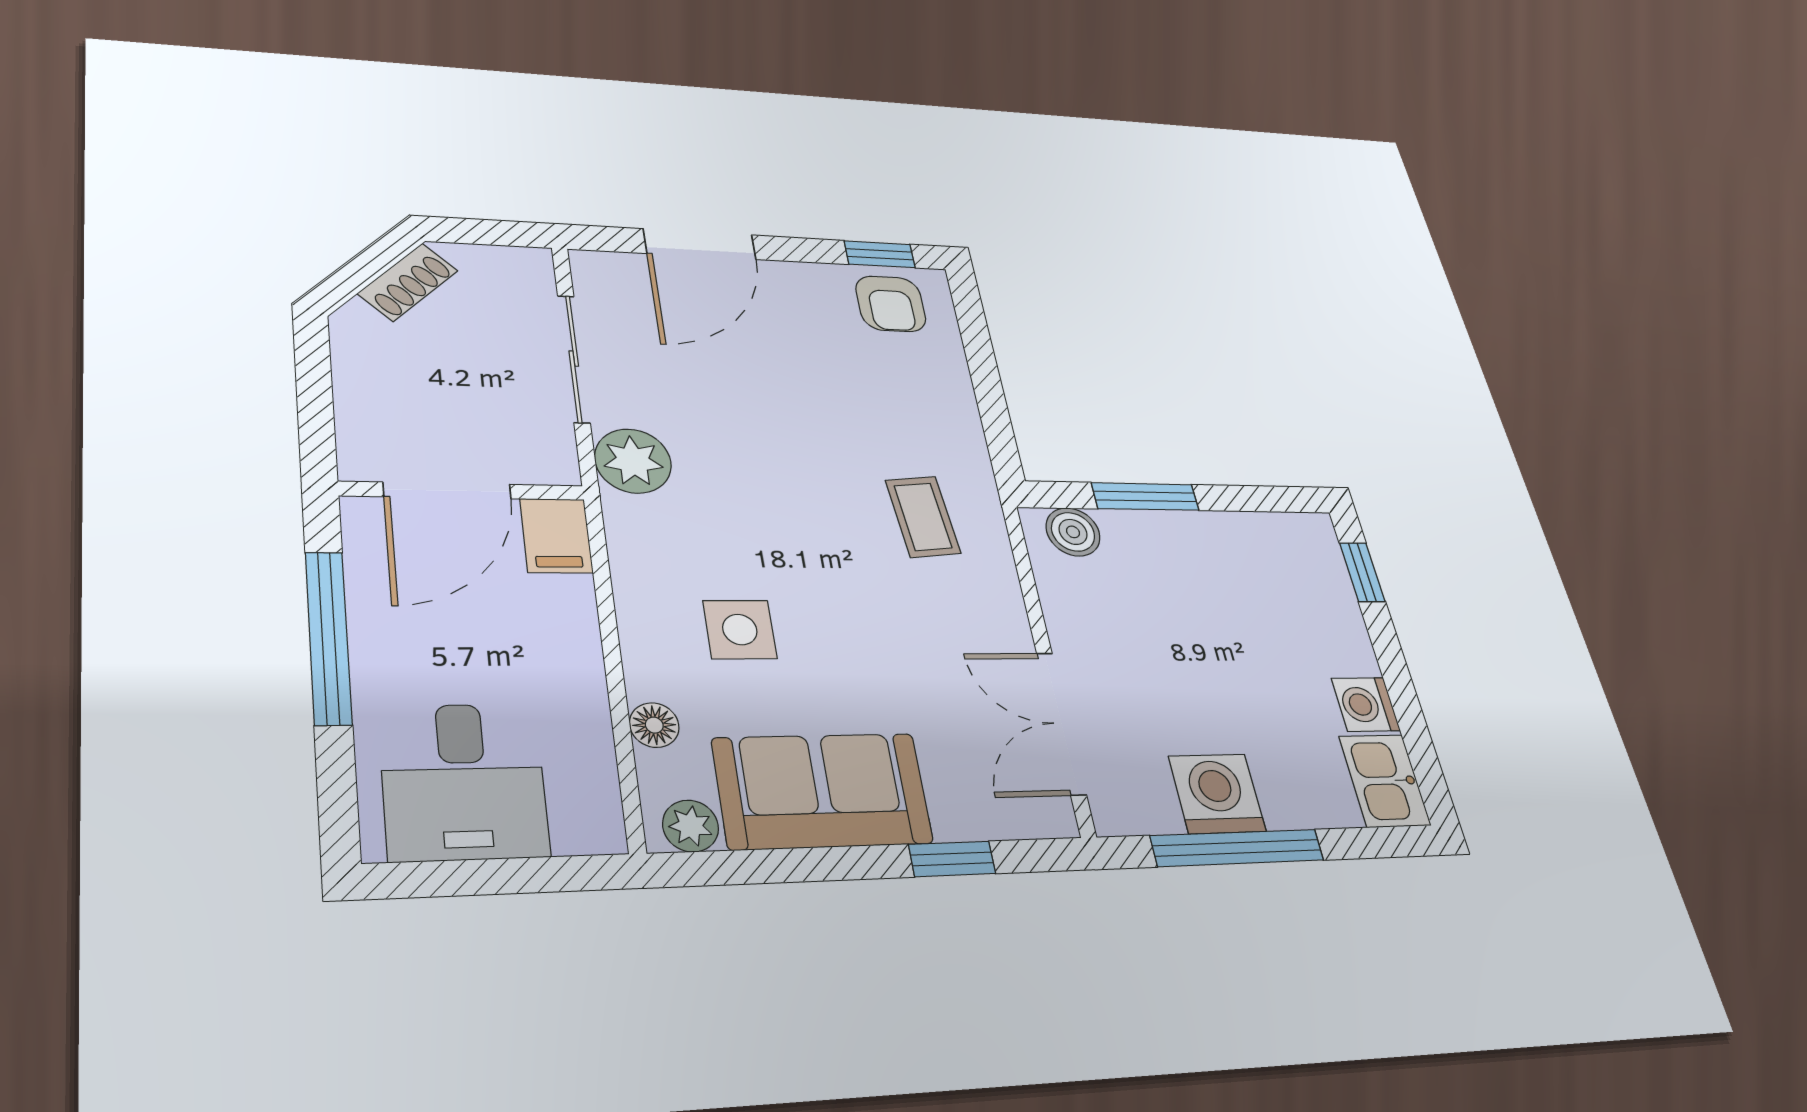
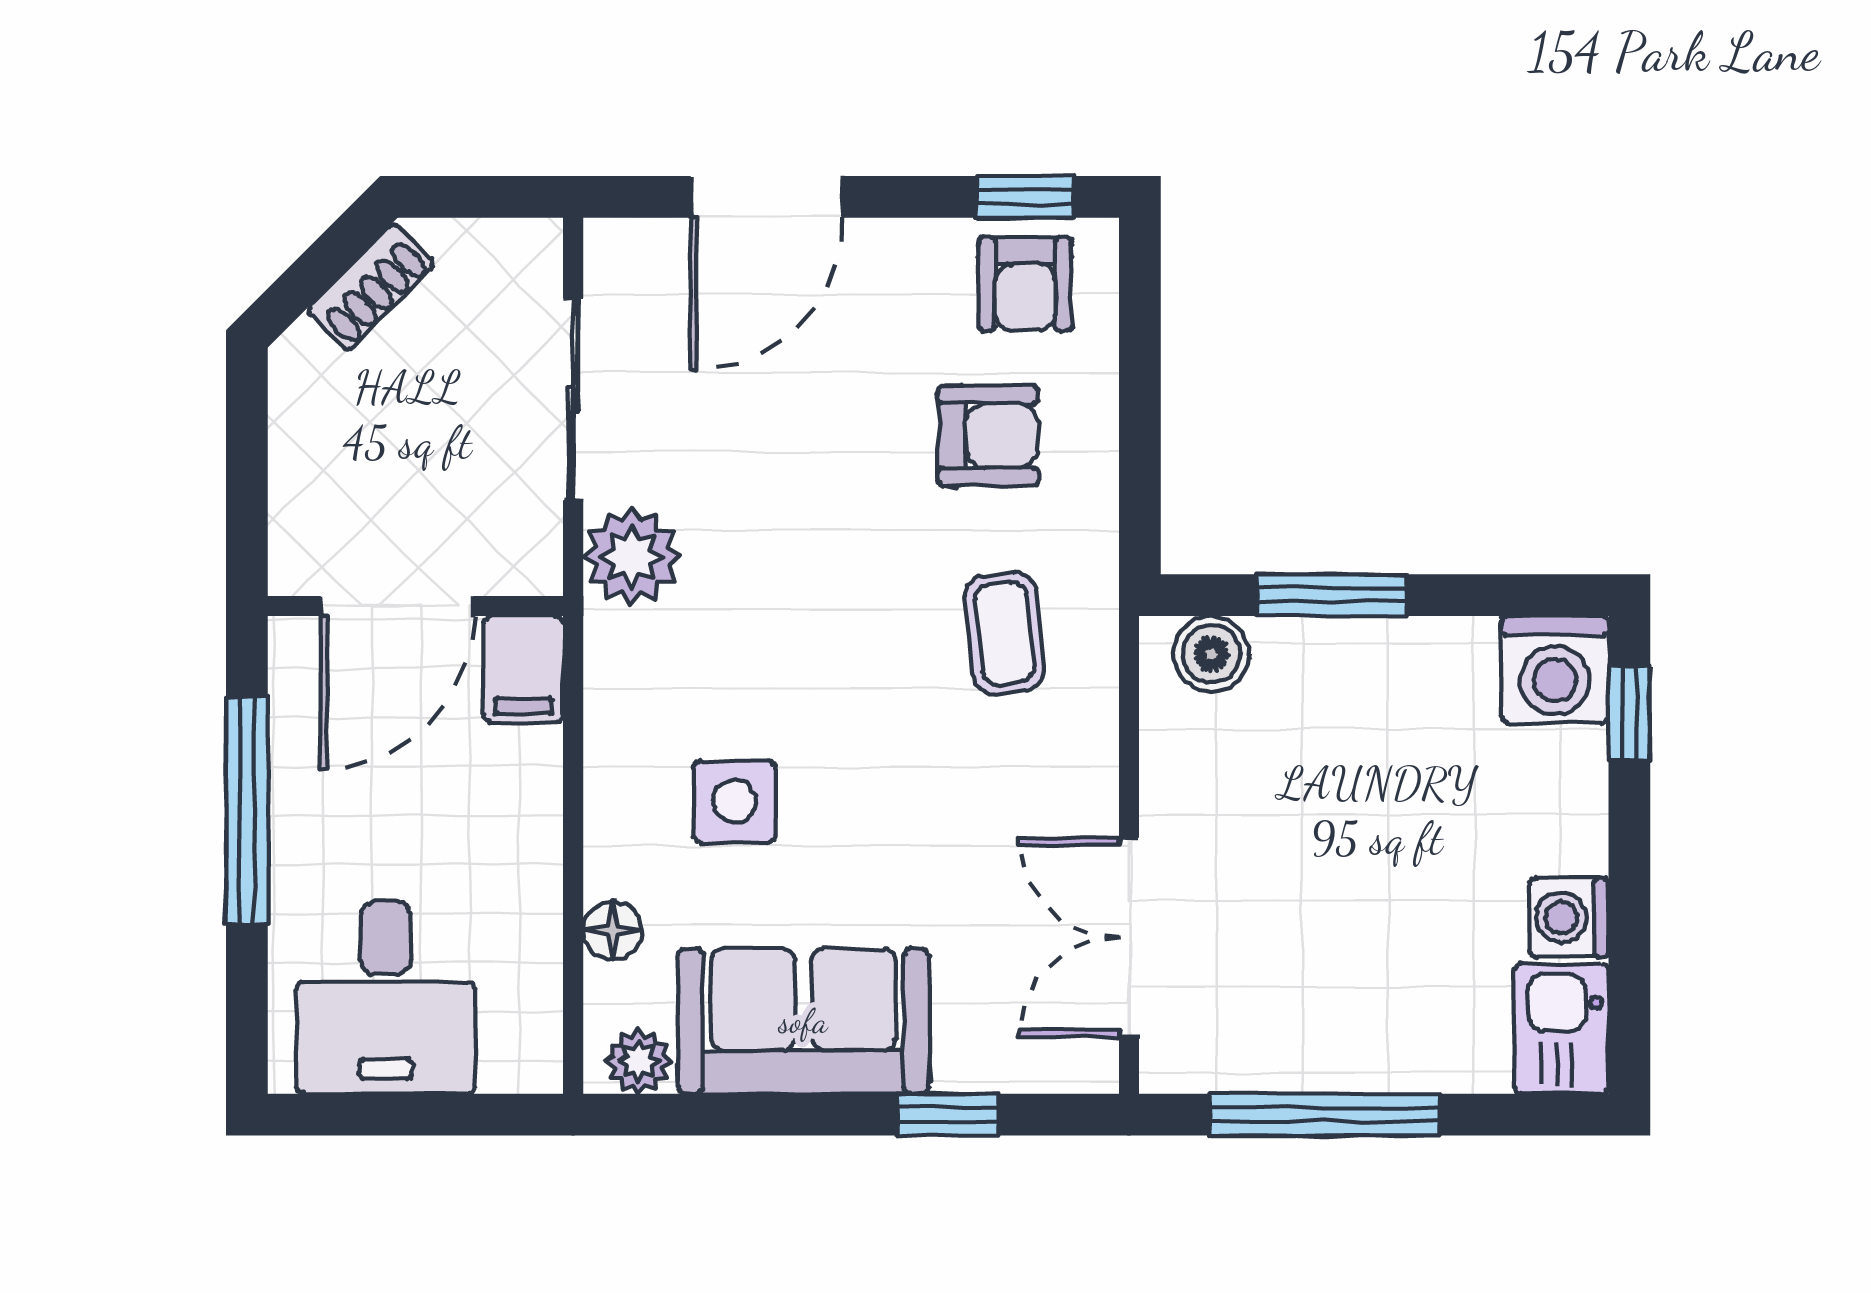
armchair: (884, 392) -> (988, 436), added
washing machine: (1217, 794) -> (1555, 670), moved, turned 180

